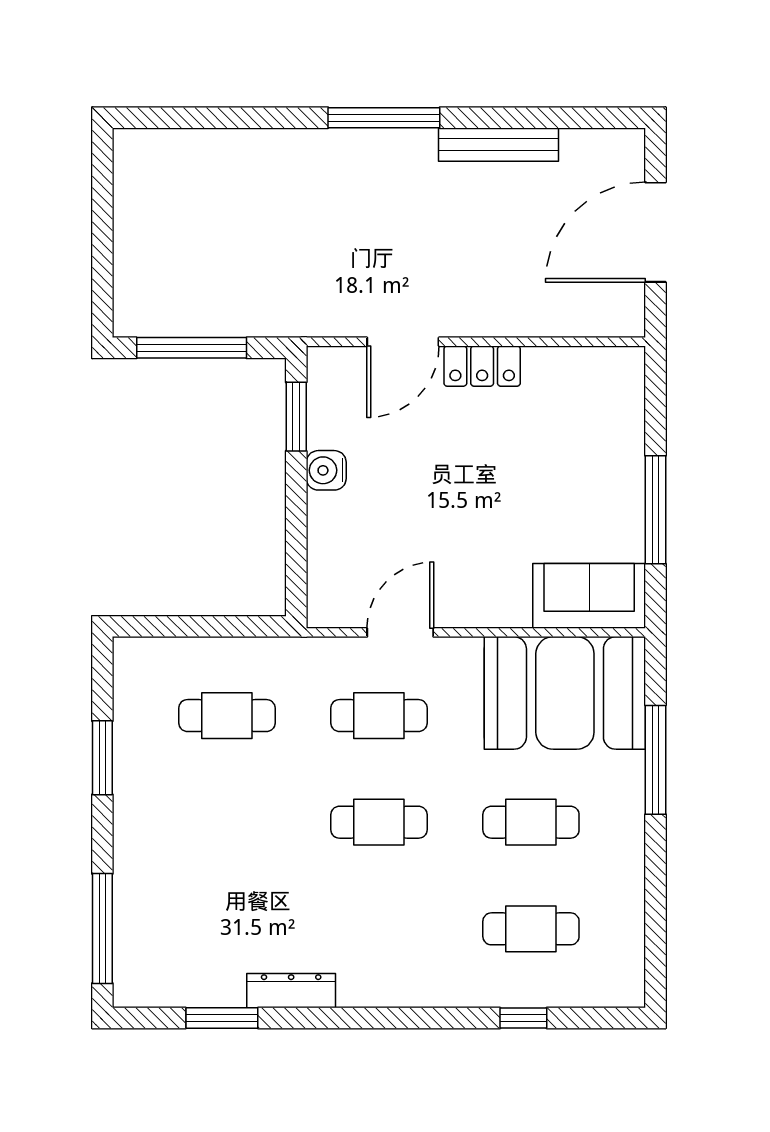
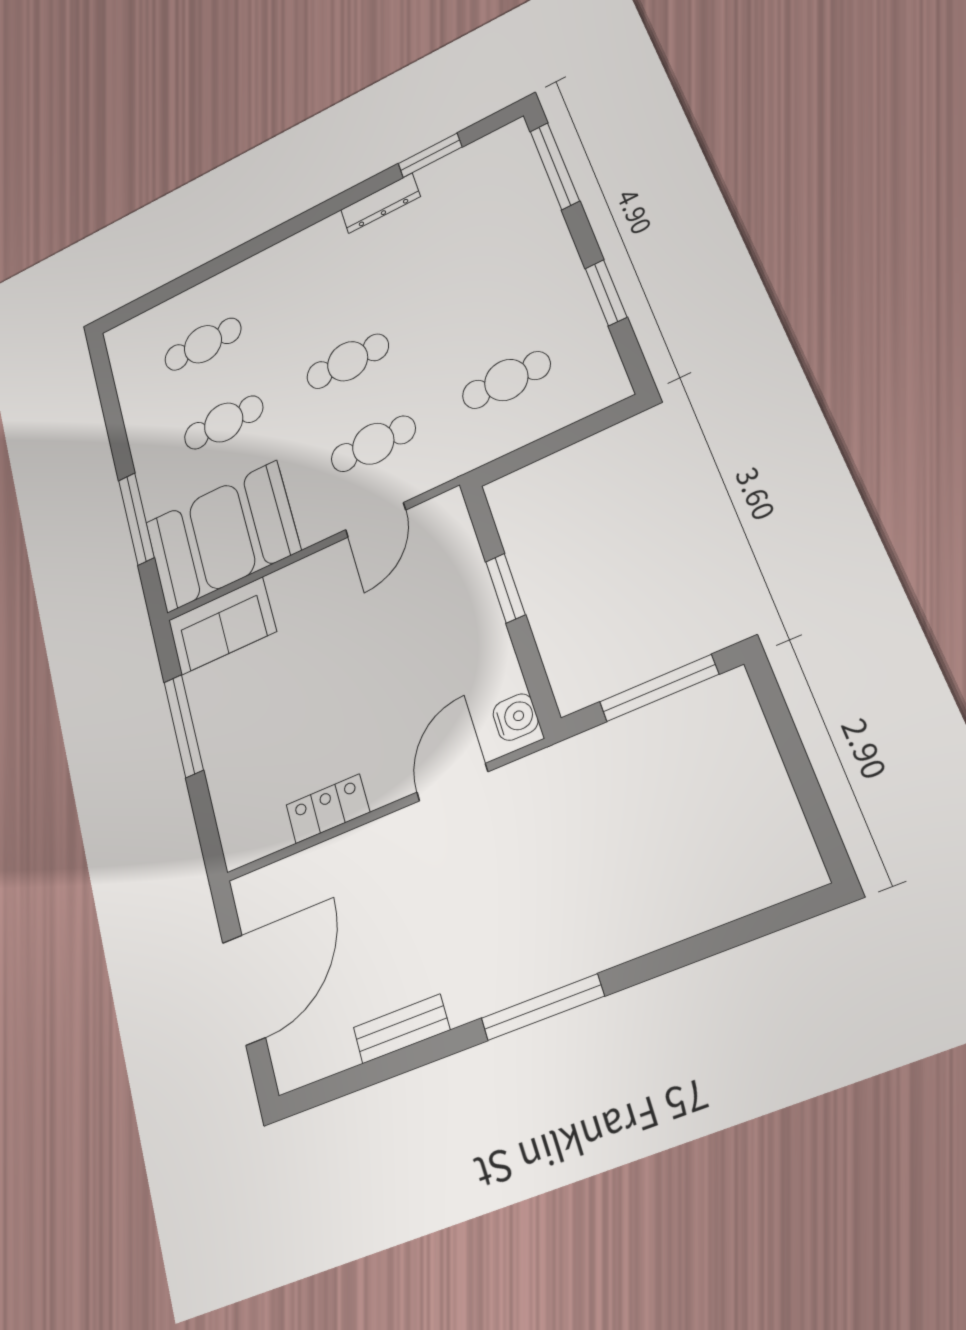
bench: (499, 145) -> (401, 1029), width x0.73
locker: (482, 366) -> (328, 809), moved
window: (296, 417) -> (505, 588), moved
water cooler: (326, 470) -> (516, 717), moved
window: (523, 1018) -> (192, 279), removed

